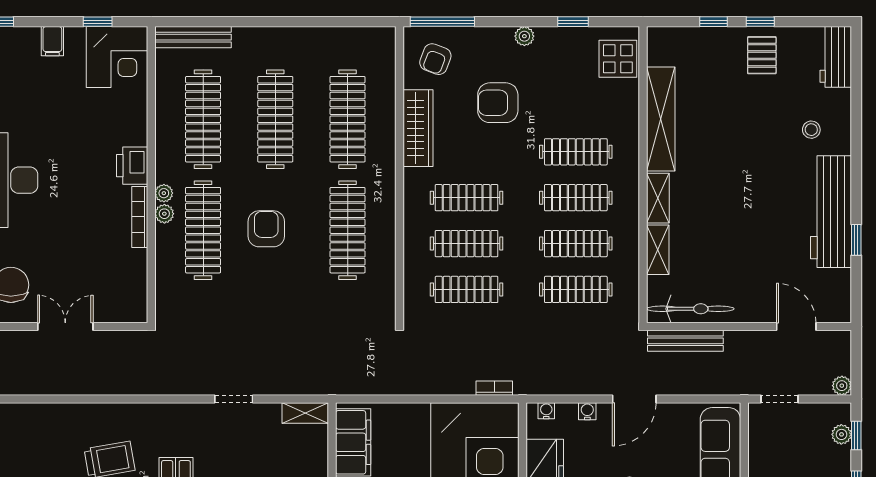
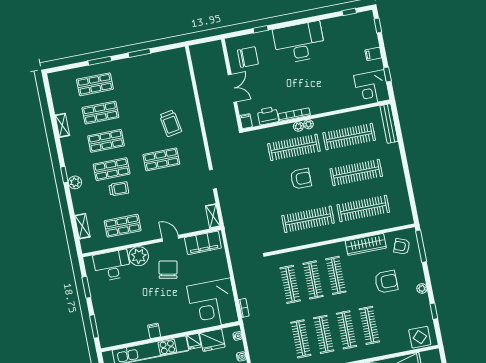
armchair: (498, 103) -> (386, 282), turned 90
printer: (132, 166) -> (268, 116), moved
filing cabinet: (134, 313) -> (246, 121), added

